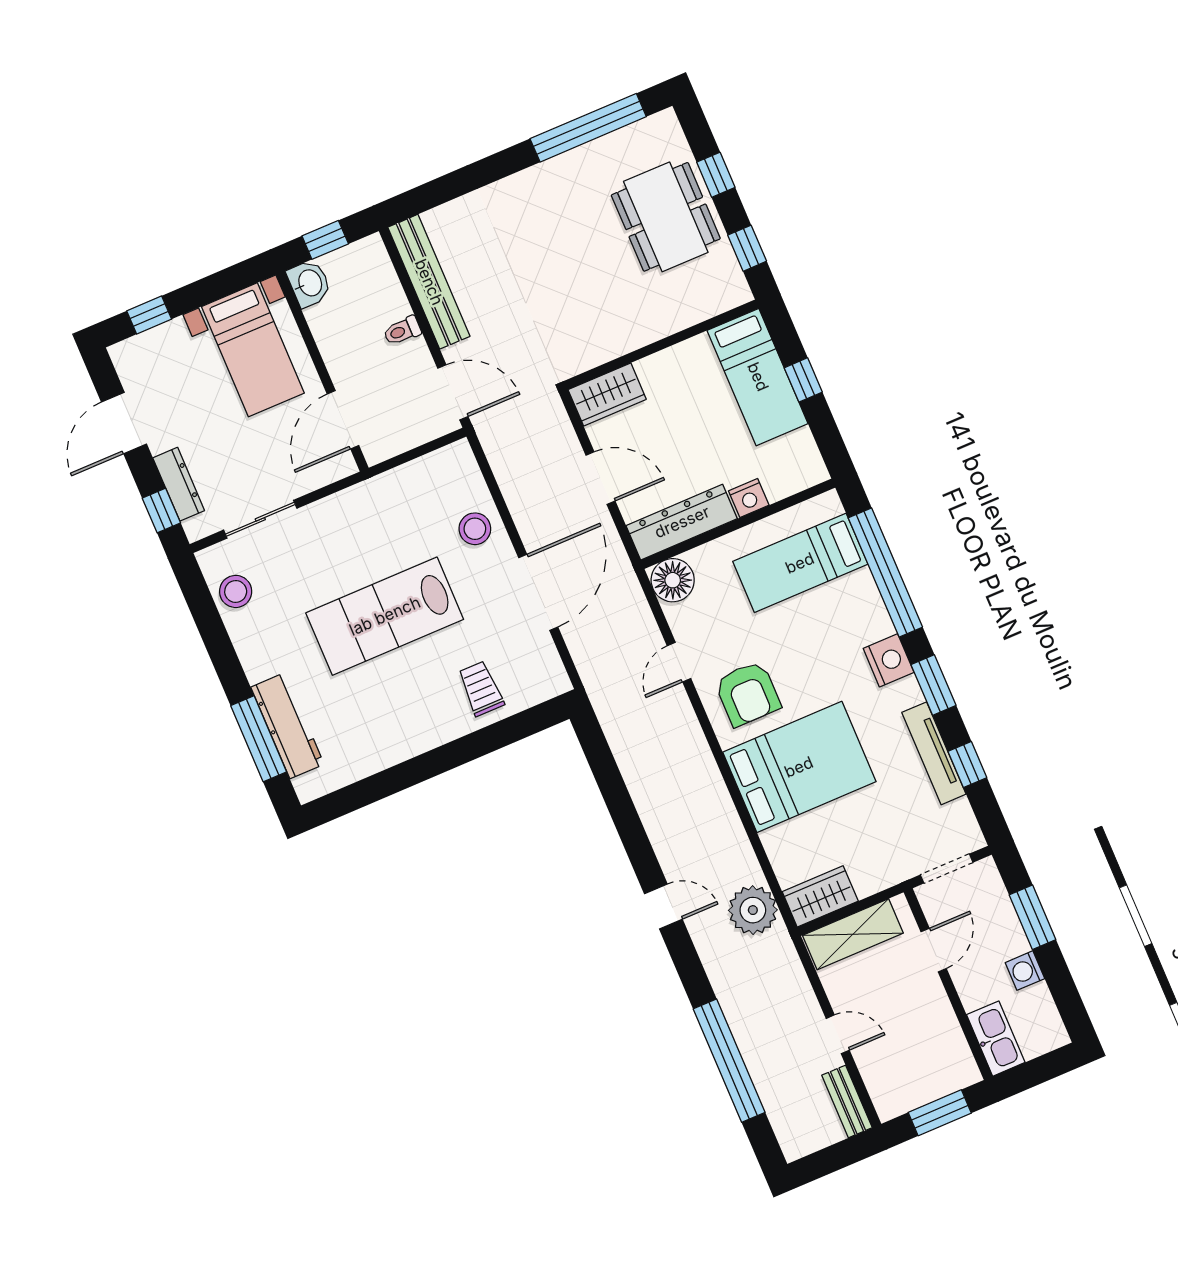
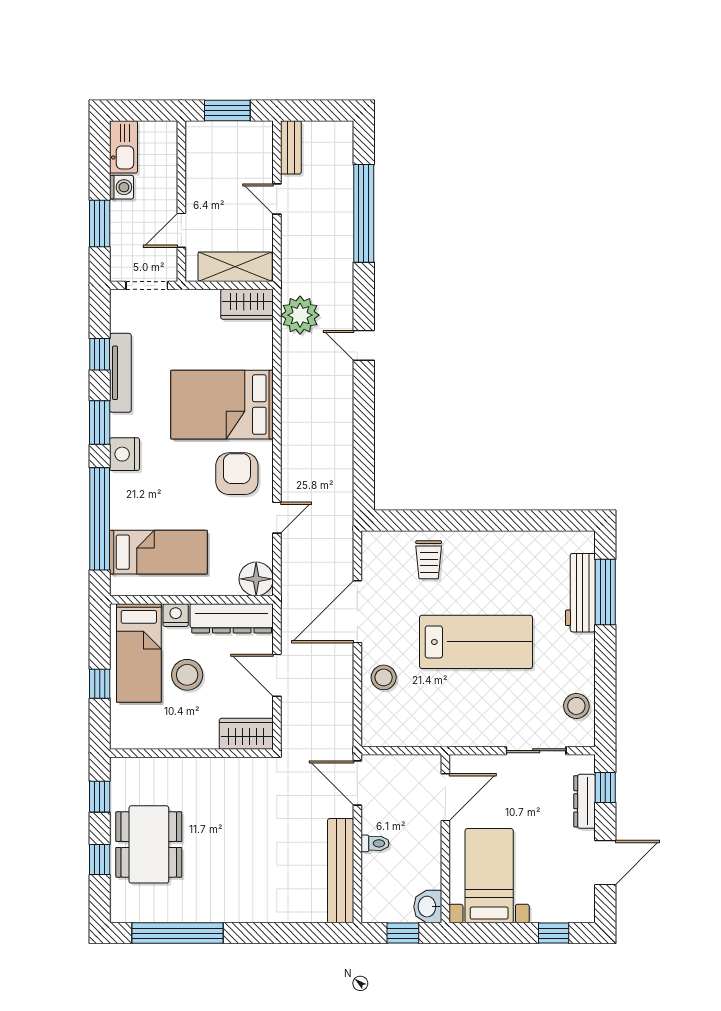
bed: (758, 377) -> (139, 653), moved, turned 180
stool: (706, 434) -> (187, 675), added
kitchen sink: (996, 1039) -> (124, 147), moved, turned 180

